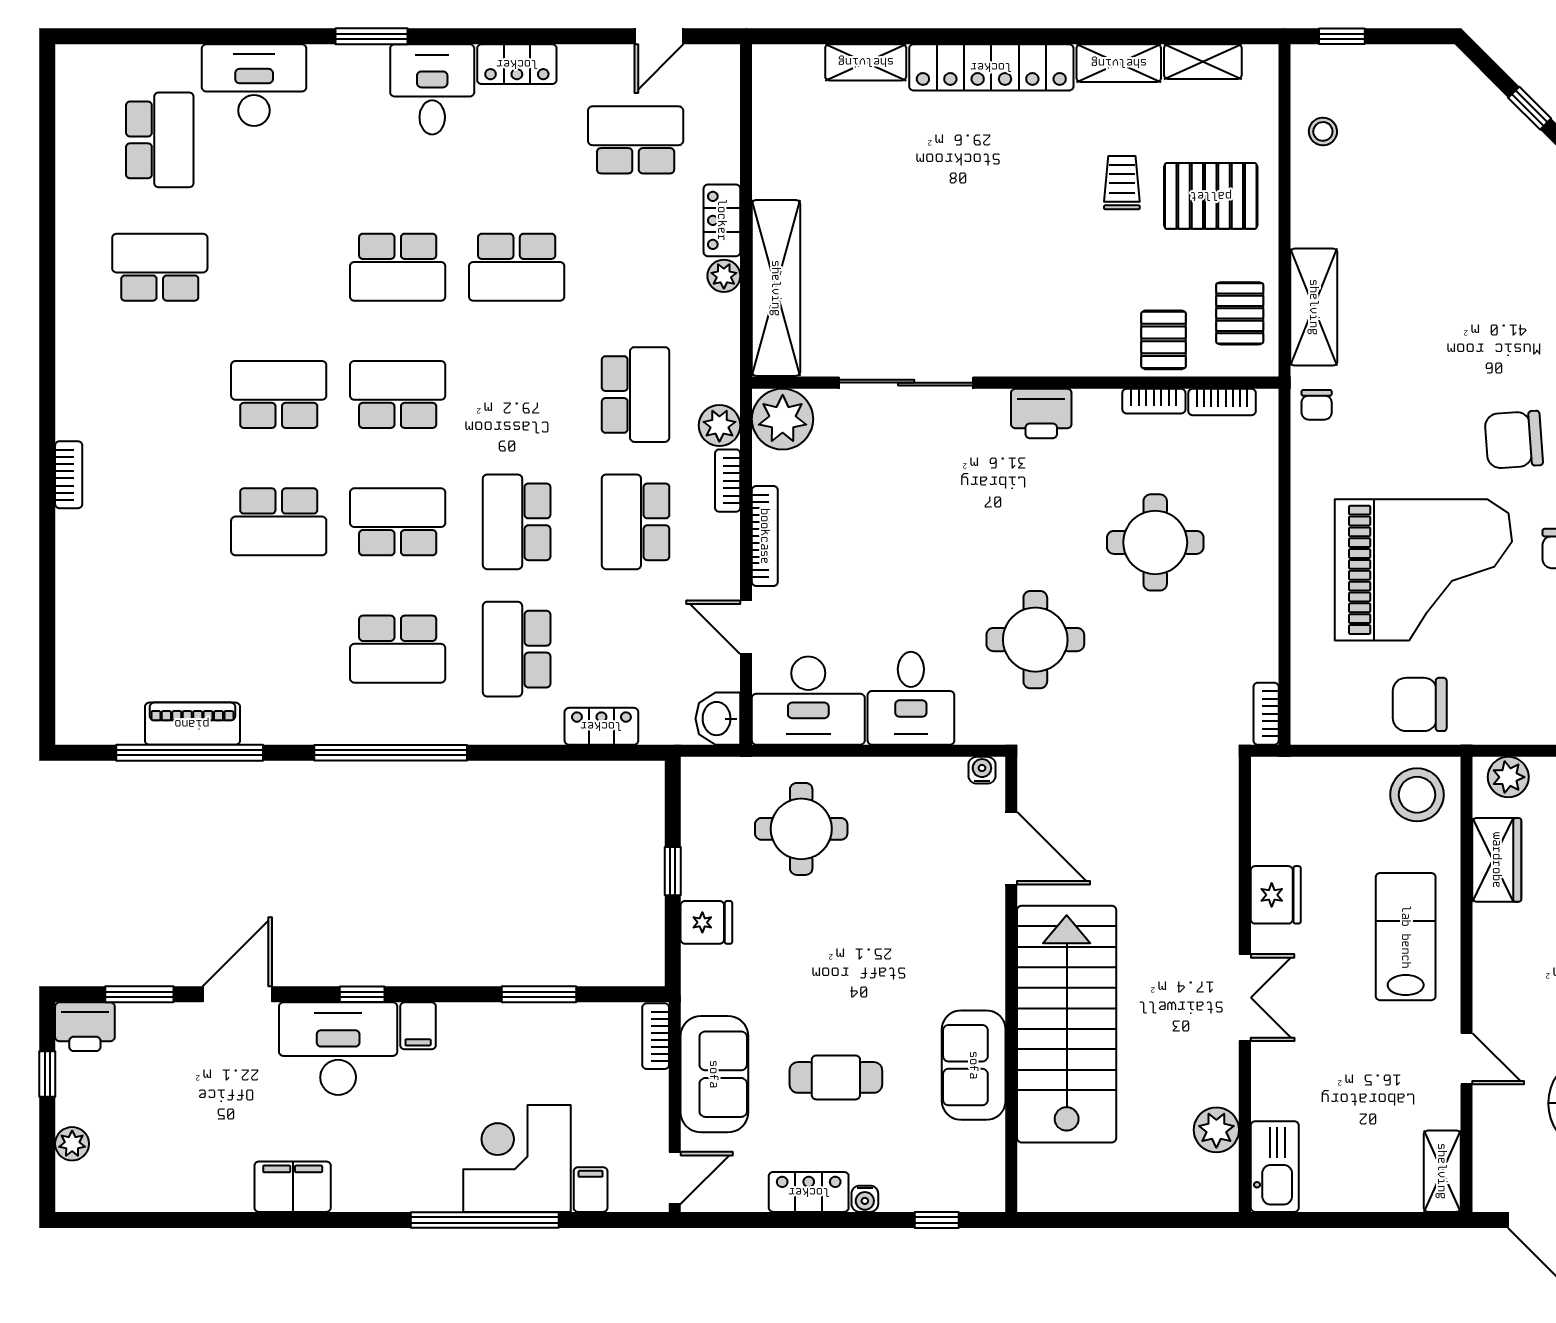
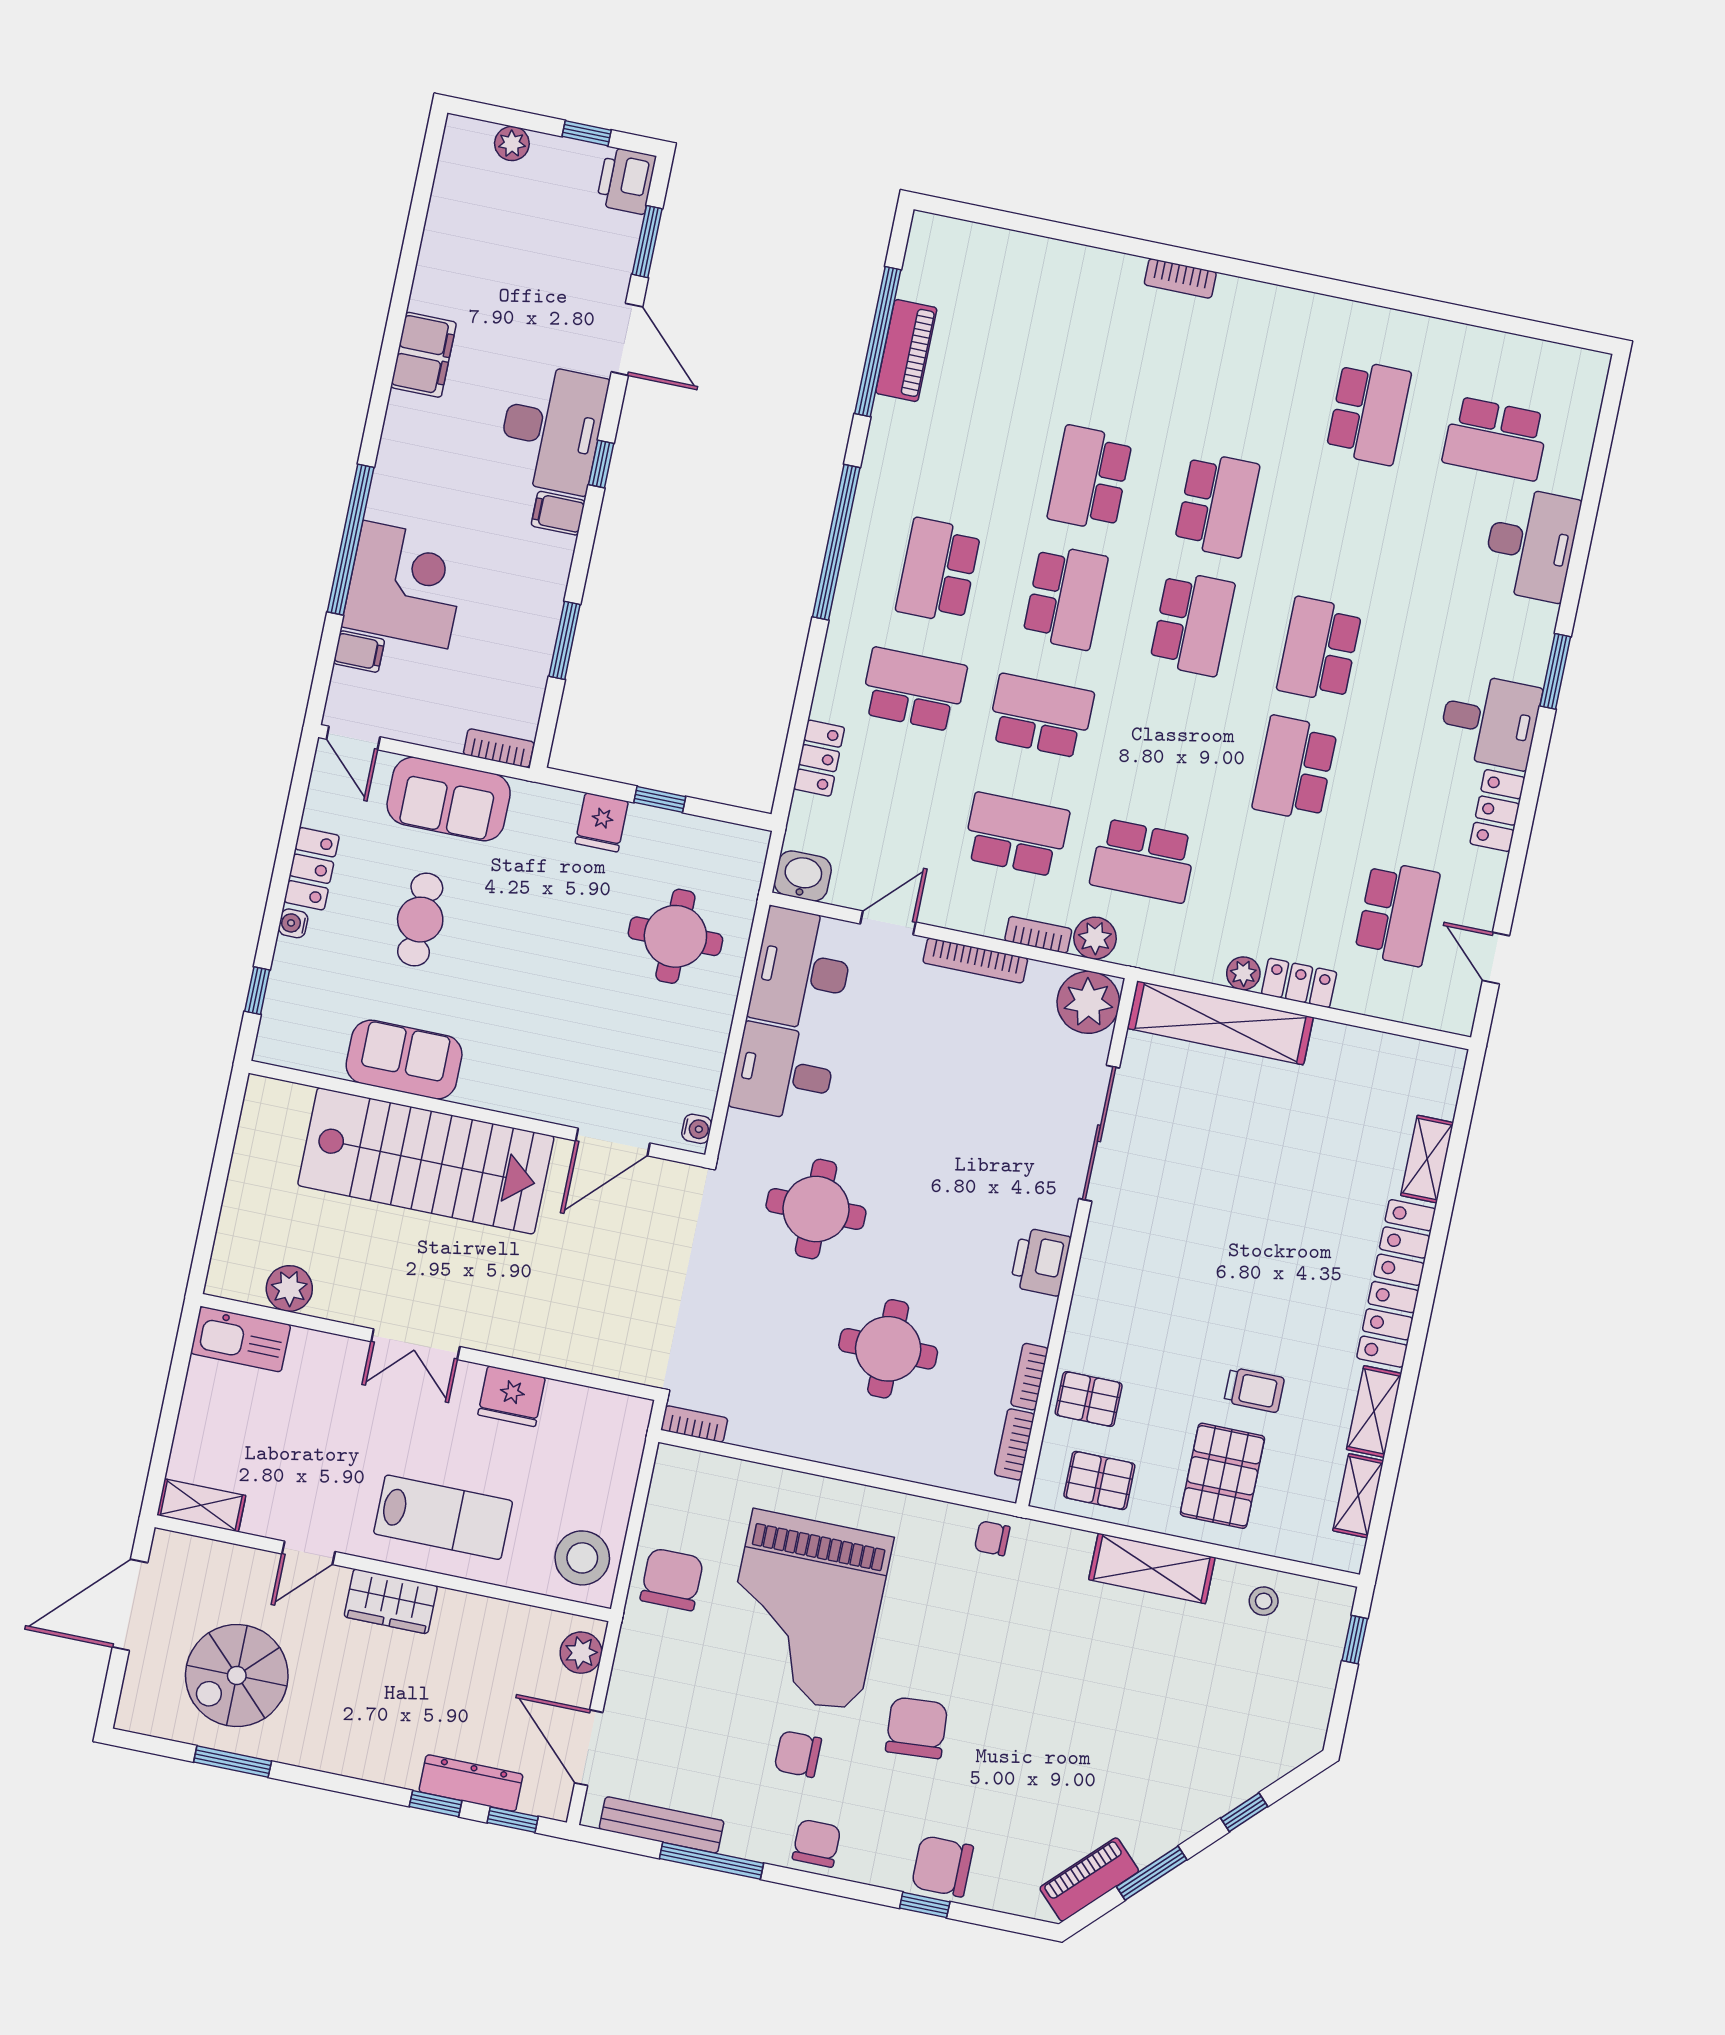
shelving: (1314, 307) -> (1152, 1568), moved
wardrobe: (1497, 860) -> (391, 1601), moved

